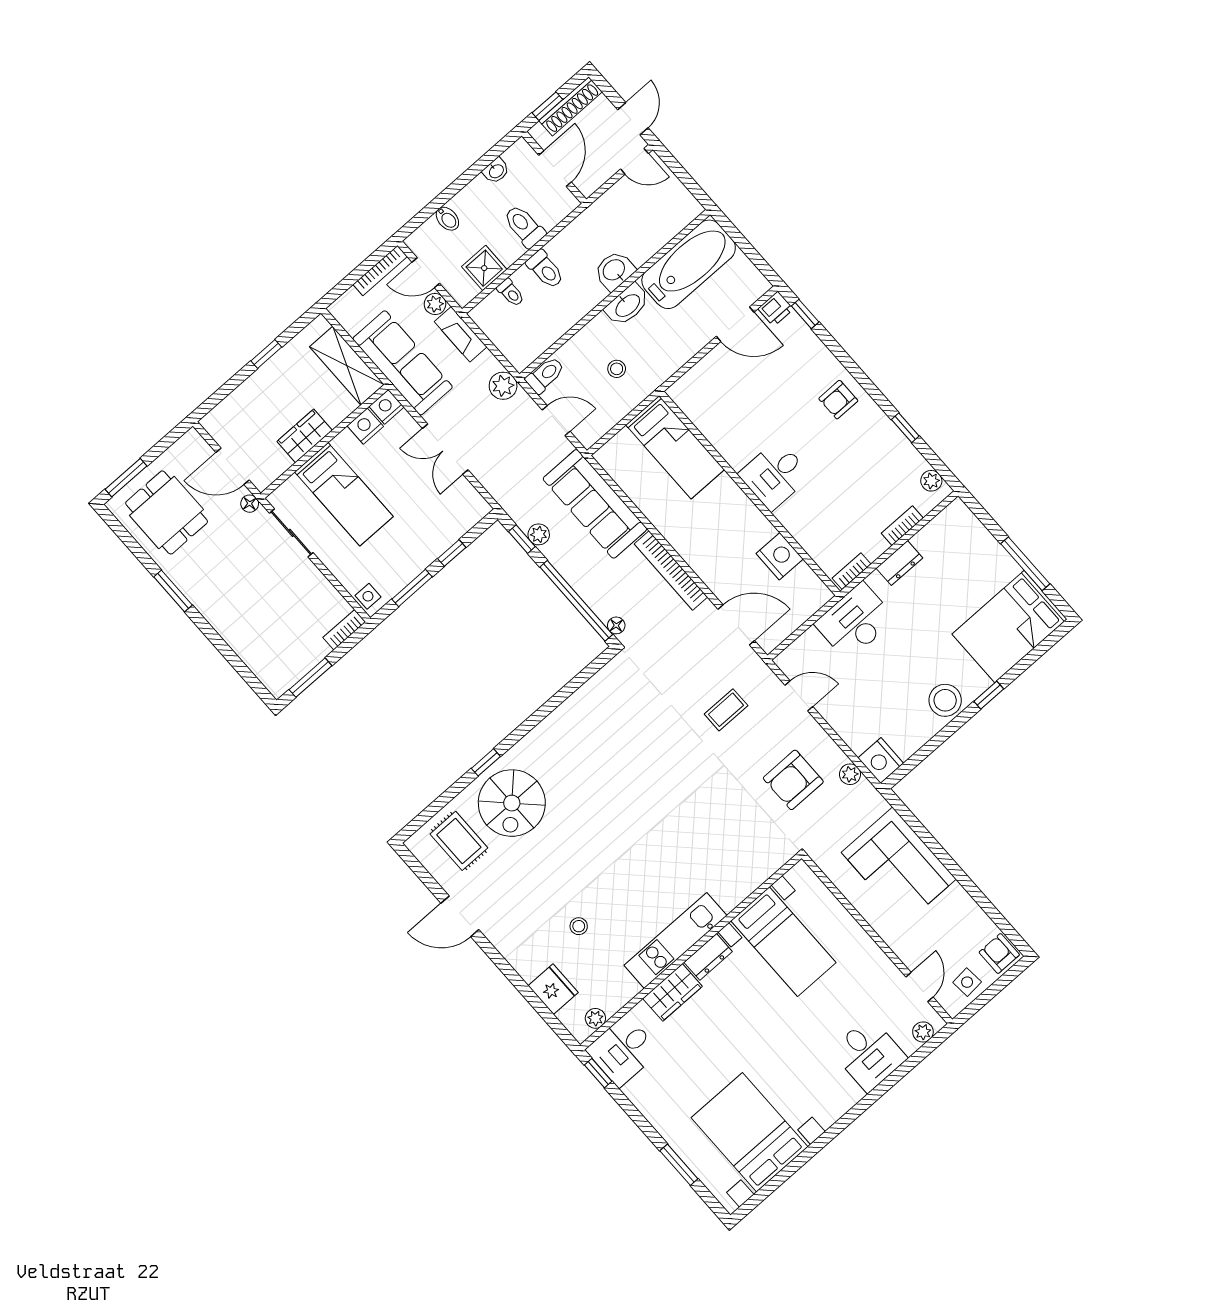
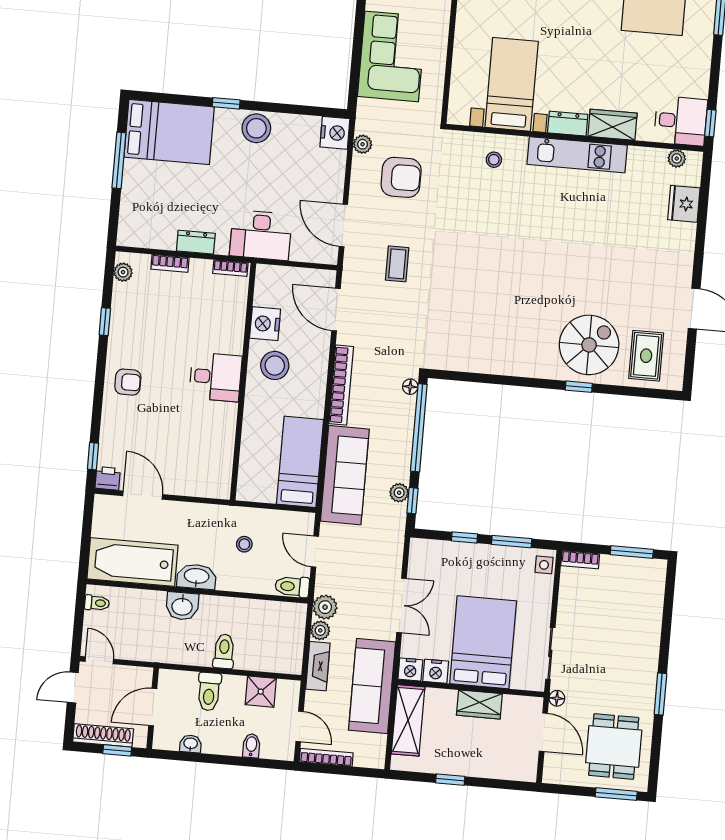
toilet: (511, 293) -> (97, 603), moved, turned 90
plant: (435, 304) -> (320, 630), moved
bed: (675, 447) -> (300, 462), moved
bed: (344, 494) -> (483, 642), width x1.50
stool: (738, 532) -> (275, 365), added
door: (799, 696) -> (343, 225), width x1.38
coffee table: (726, 710) -> (397, 264), turned 90
stool: (579, 926) -> (494, 160), moved

